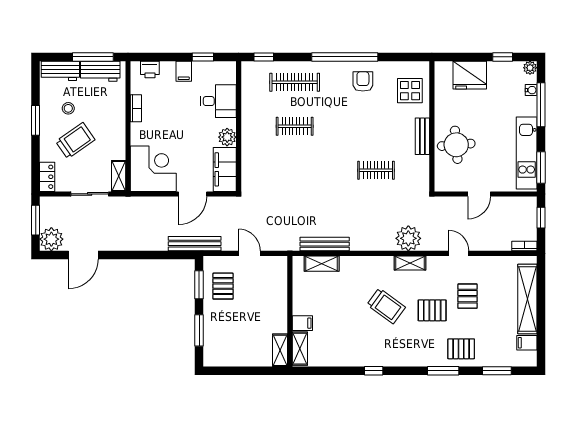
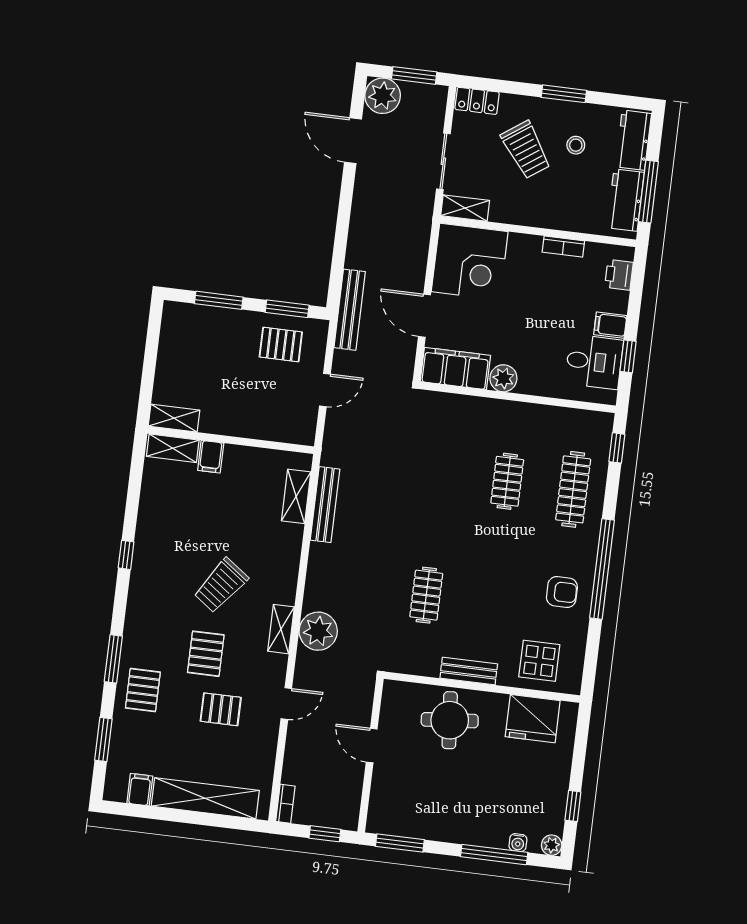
fridge: (470, 75) -> (533, 719), moved, turned -90
desk: (218, 101) -> (594, 362), moved, turned -90
kitchen unit: (527, 153) -> (424, 824), removed

